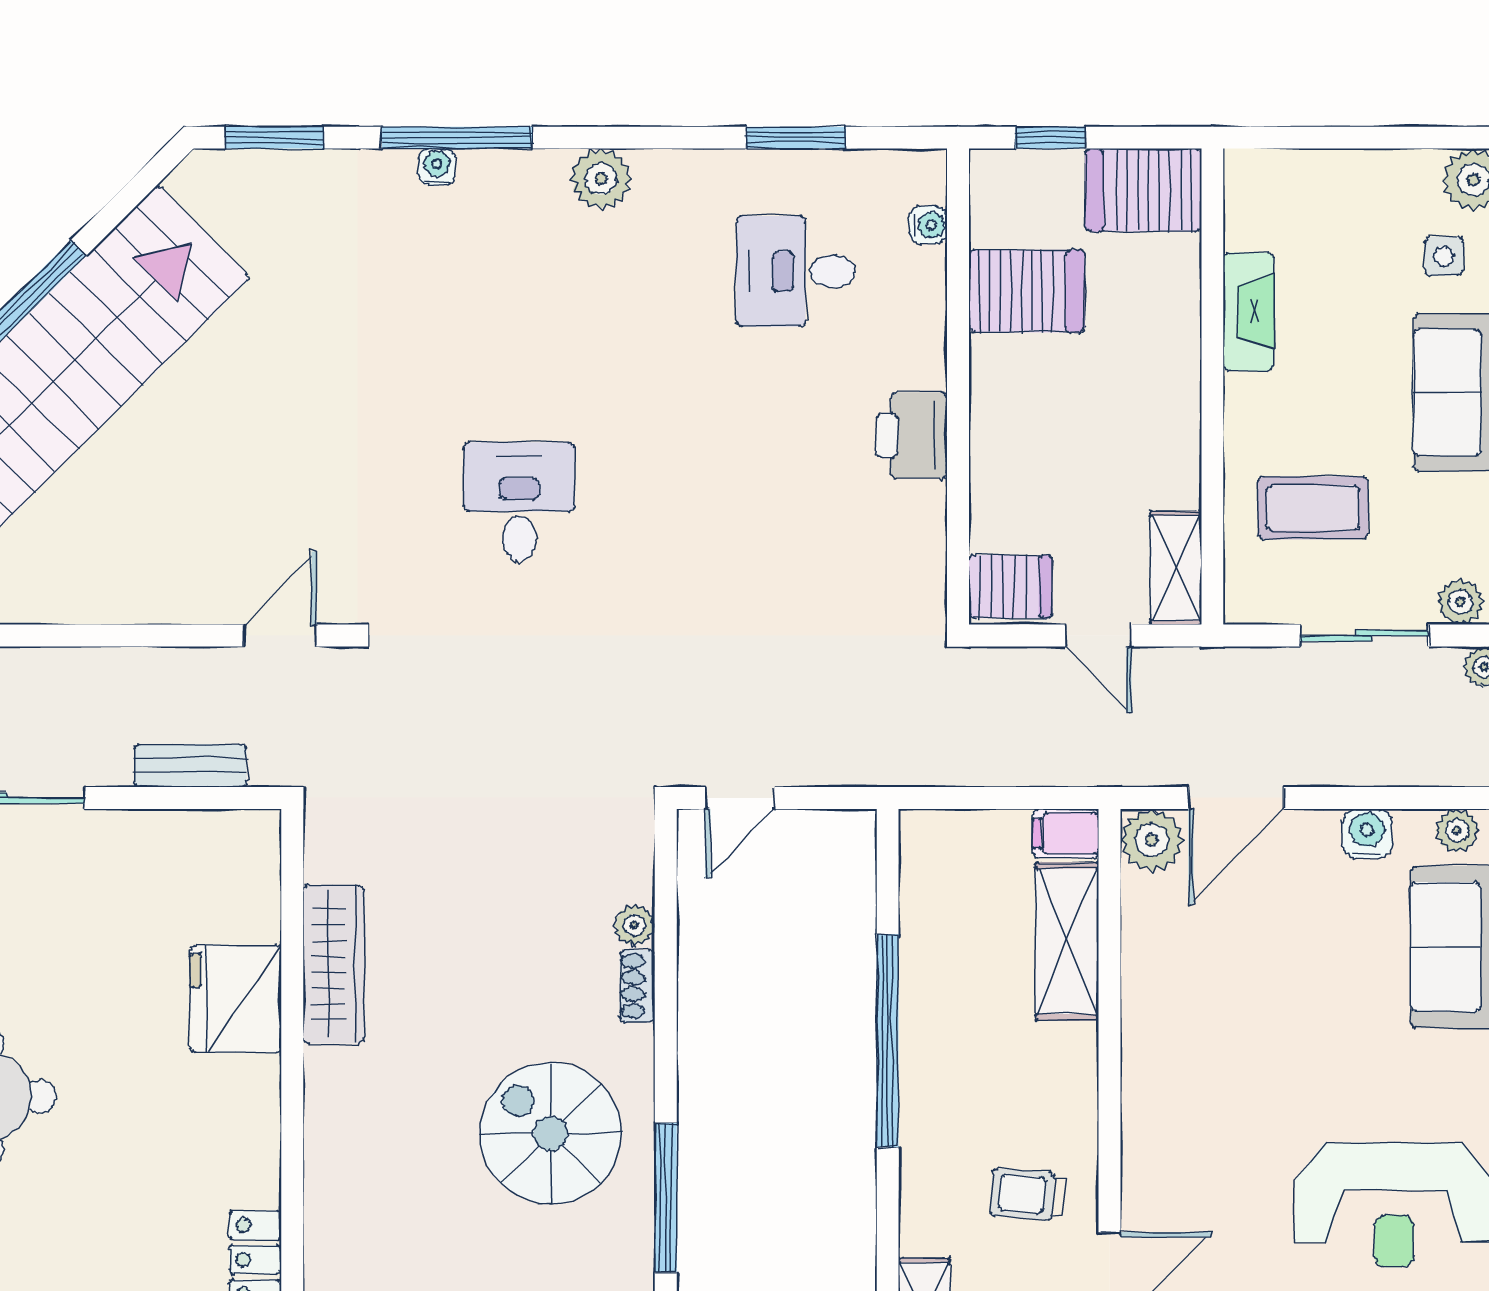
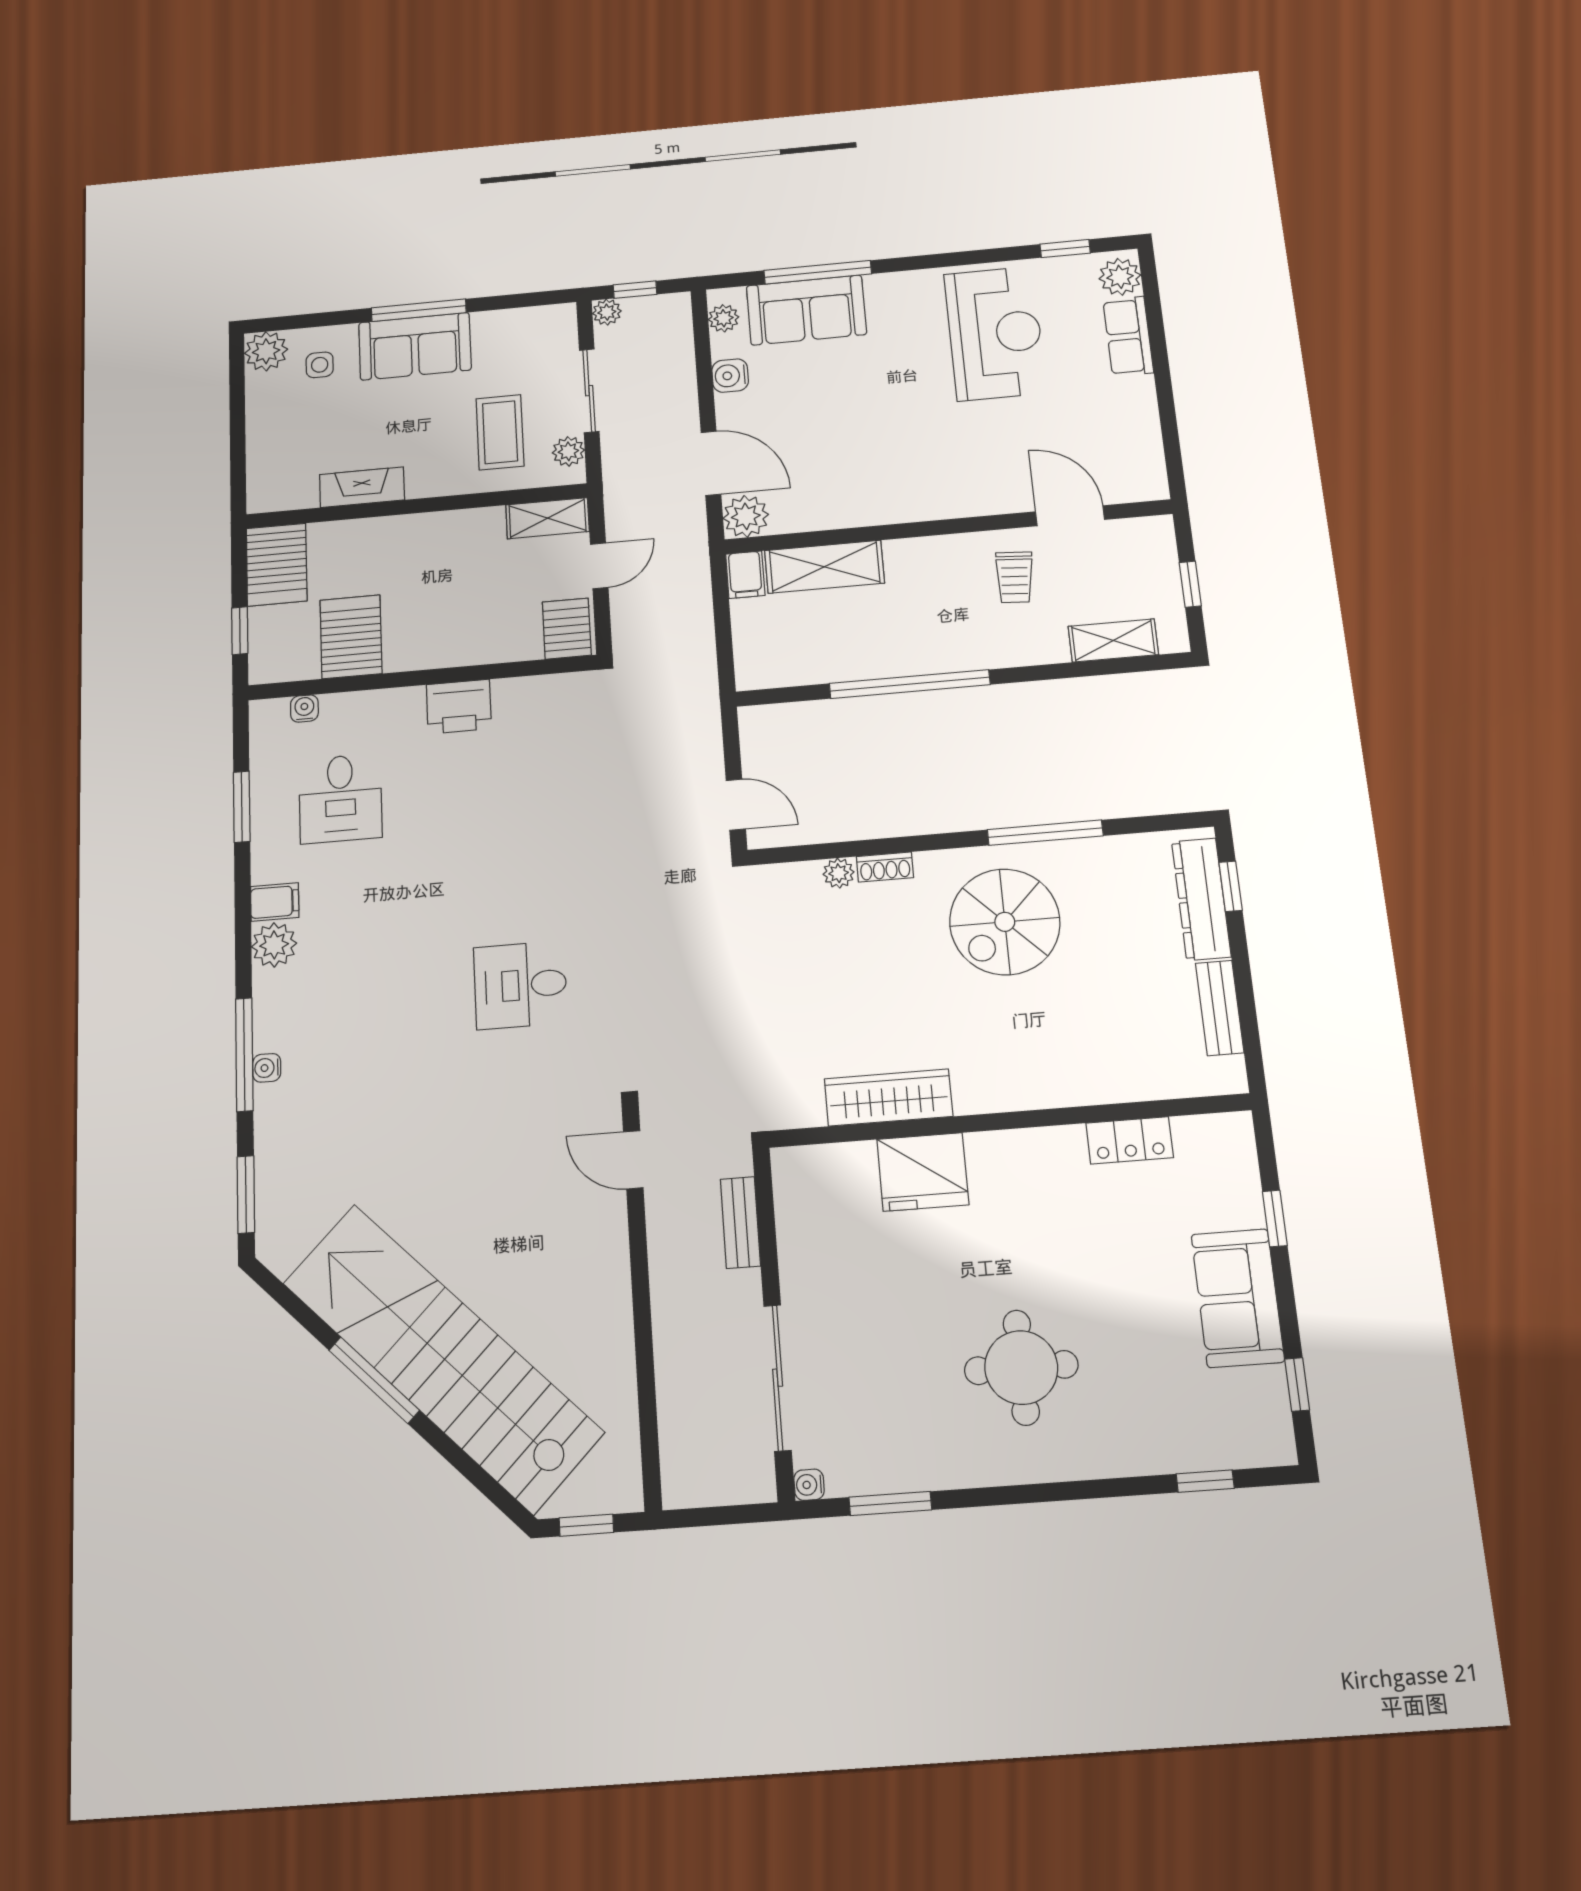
filing cabinet: (660, 180) -> (275, 902), added
plant: (1460, 602) -> (568, 451), moved

